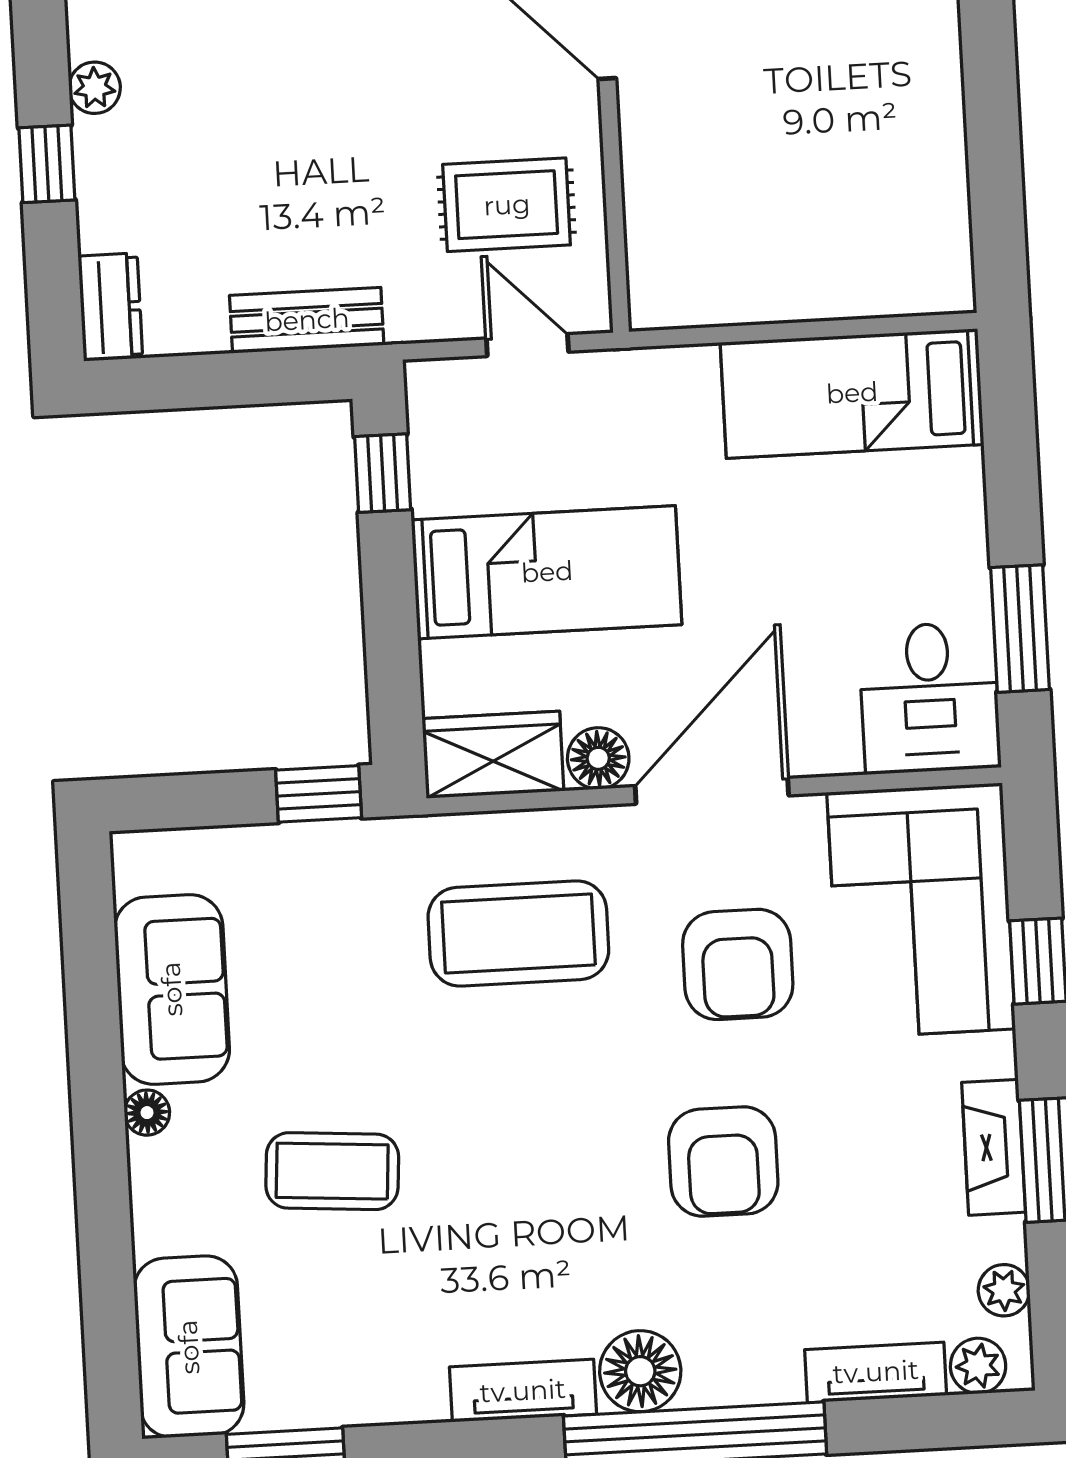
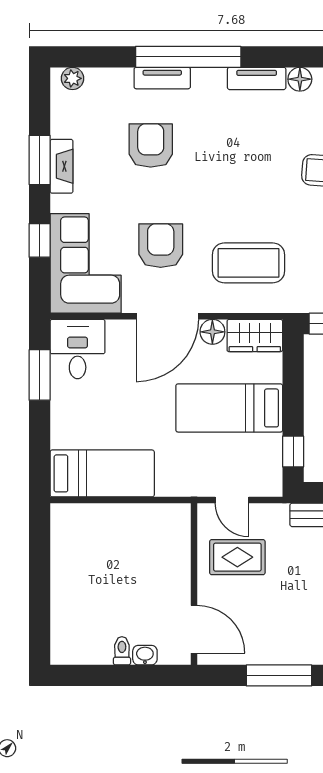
armchair: (723, 1162) -> (151, 145), moved
plant: (1004, 1290) -> (60, 108), removed
floor lamp: (640, 1371) -> (300, 79), moved, width x0.73, depth x0.73
tv unit: (876, 1372) -> (162, 78), moved

